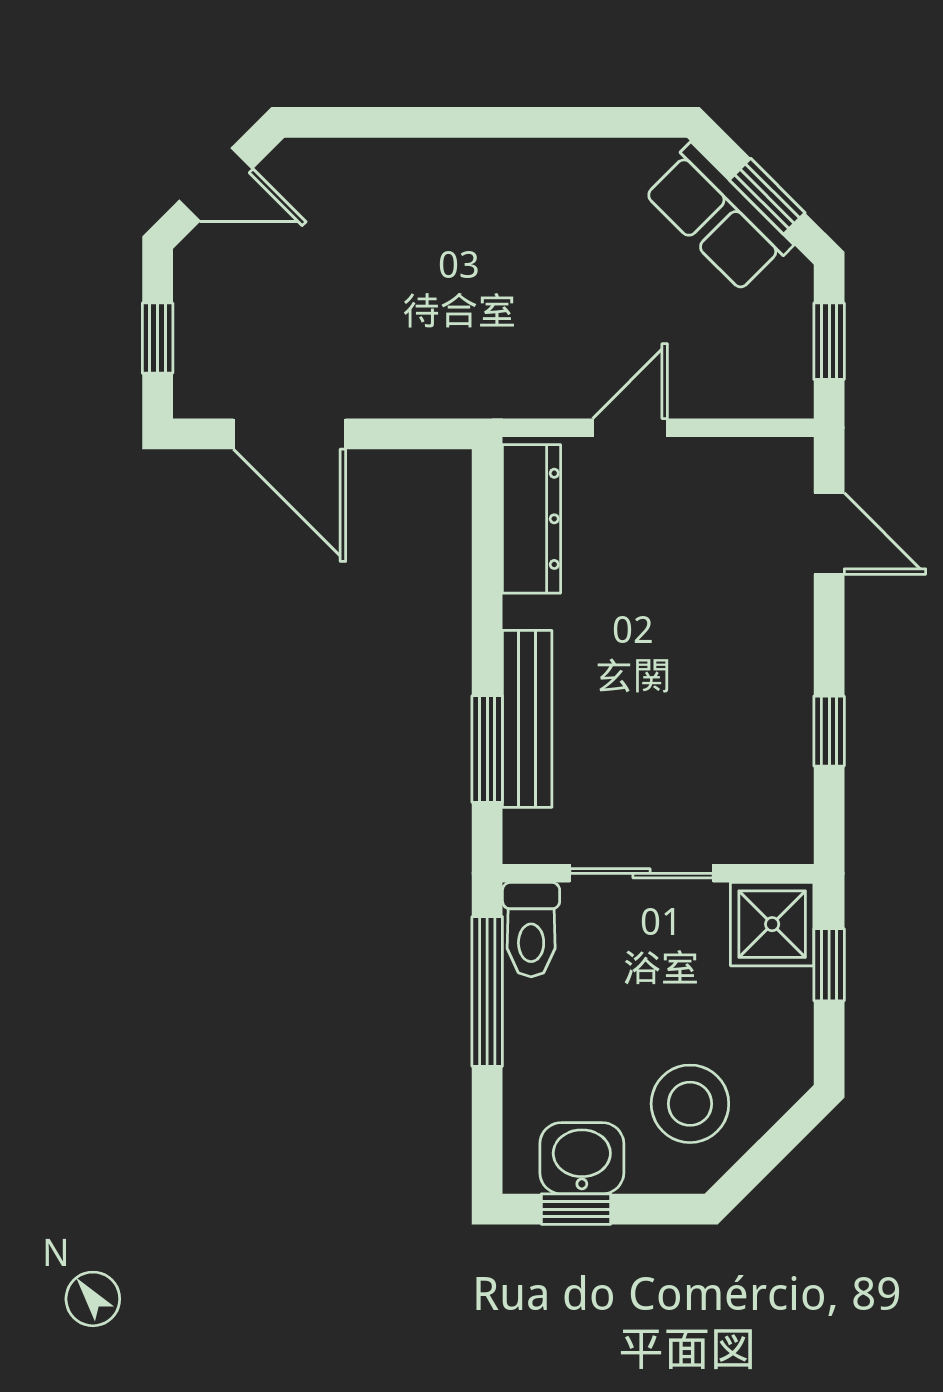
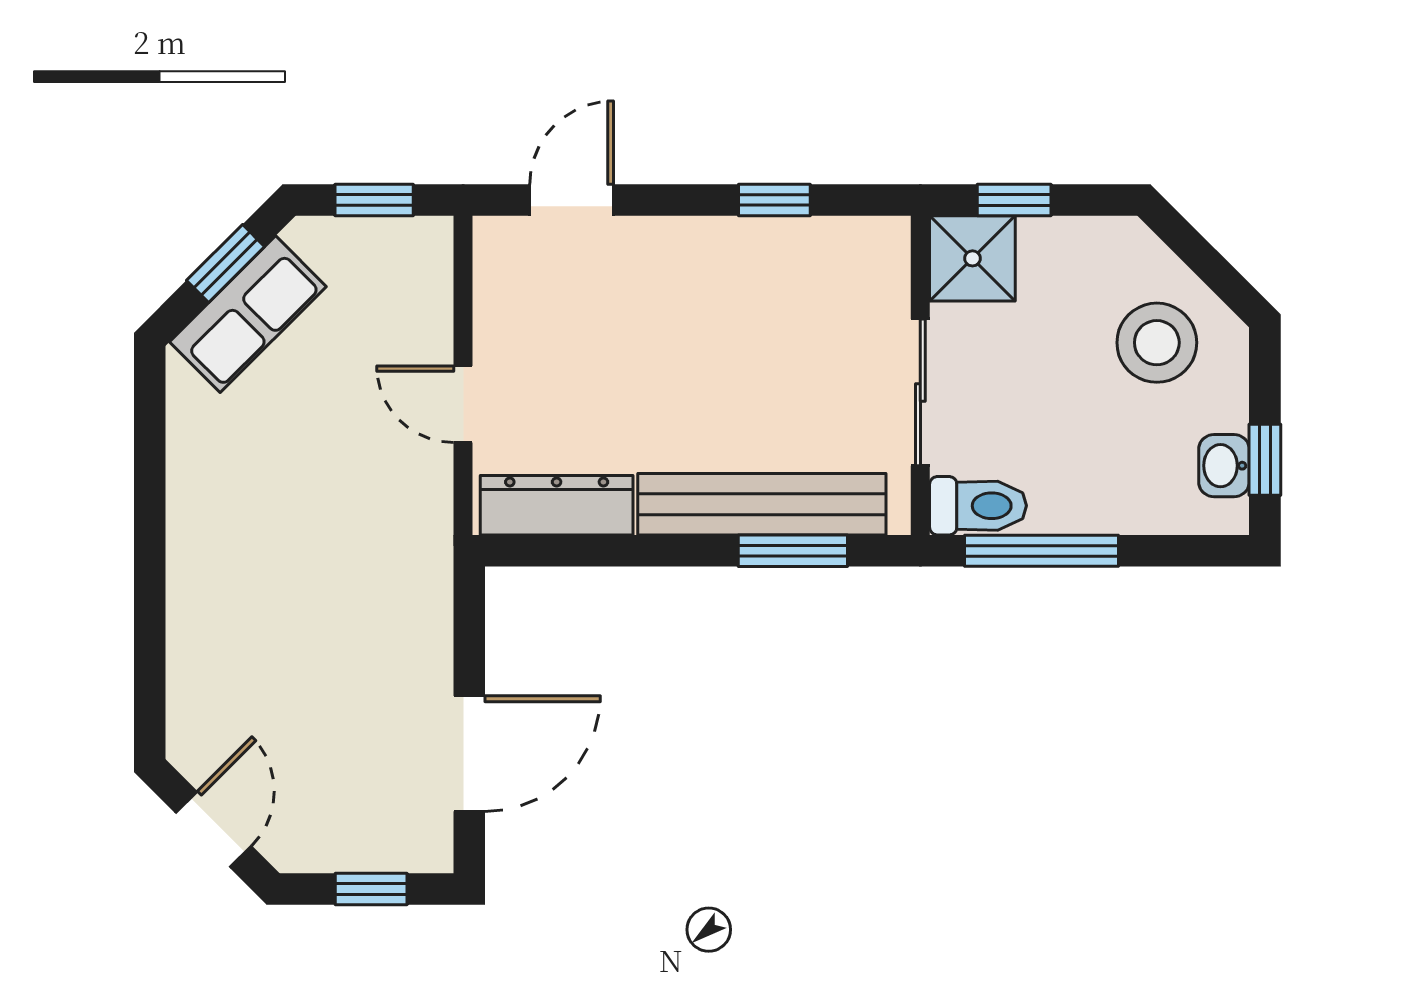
bench: (527, 719) -> (762, 504), width x1.37, depth x1.21
washbasin: (582, 1158) -> (1224, 466), width x0.72, depth x0.69

